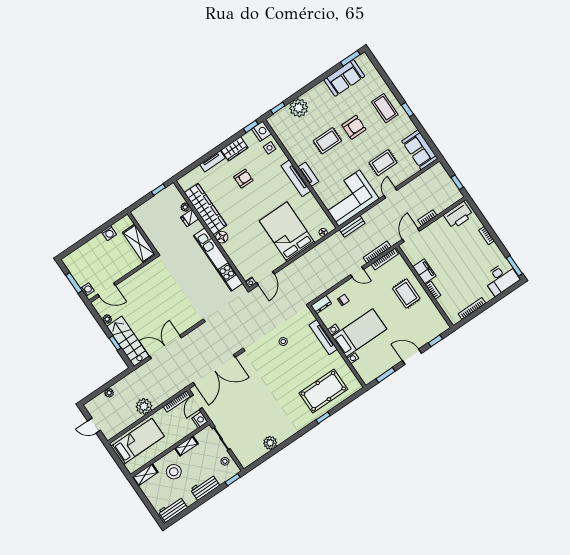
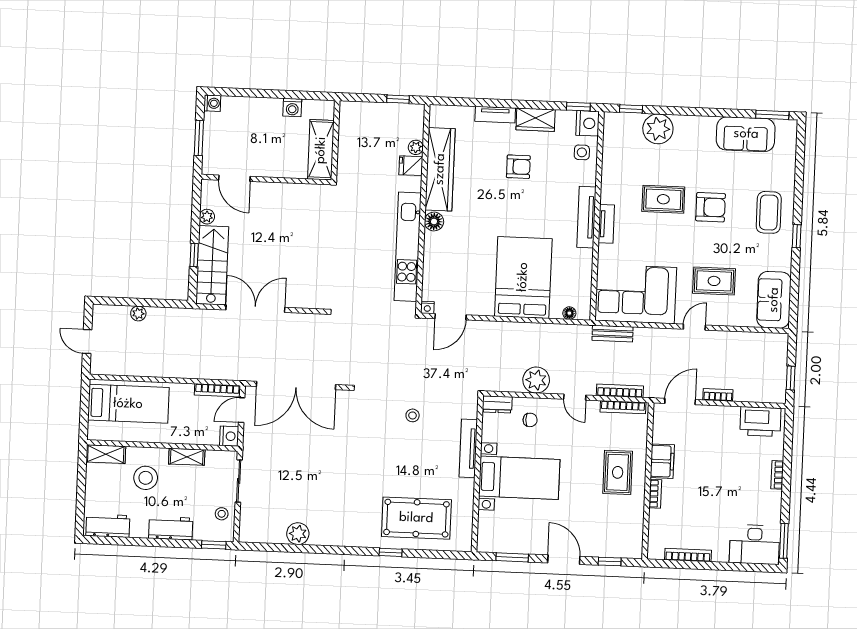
washing machine: (87, 289) -> (212, 103), moved
plant: (144, 406) -> (536, 380), moved

